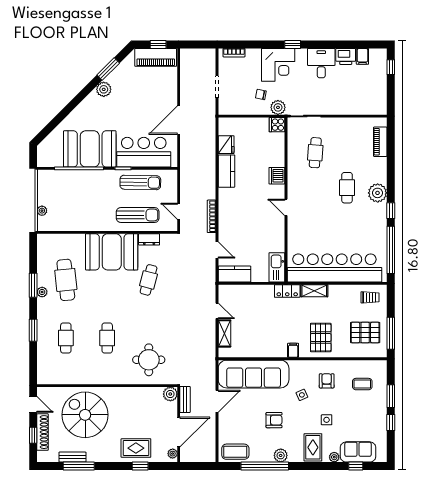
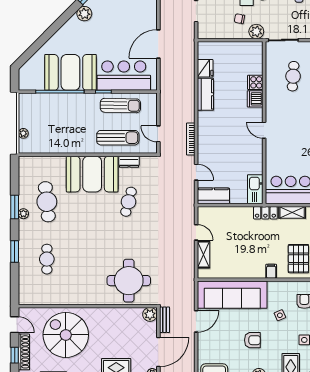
cooker: (277, 125) -> (255, 82), moved
cafe table: (107, 338) -> (88, 259), removed
round table: (149, 360) -> (129, 281), width x1.36, depth x1.36

